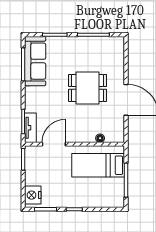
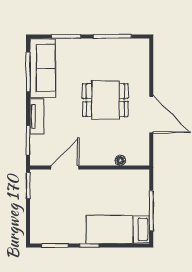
tv unit: (30, 128) -> (37, 117), moved
bed: (98, 165) -> (118, 229), moved
nightstand: (33, 195) -> (40, 228), removed

